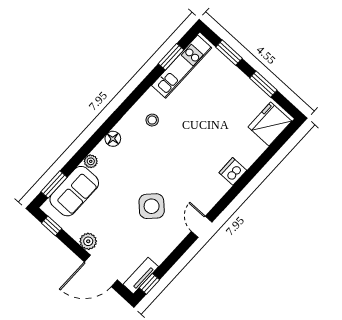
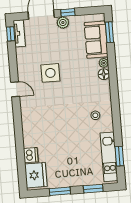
floor lamp: (113, 139) -> (104, 74), moved
dishwasher: (233, 171) -> (31, 155), moved
side table: (152, 206) -> (50, 73), turned 45
window: (52, 226) -> (68, 13), moved

